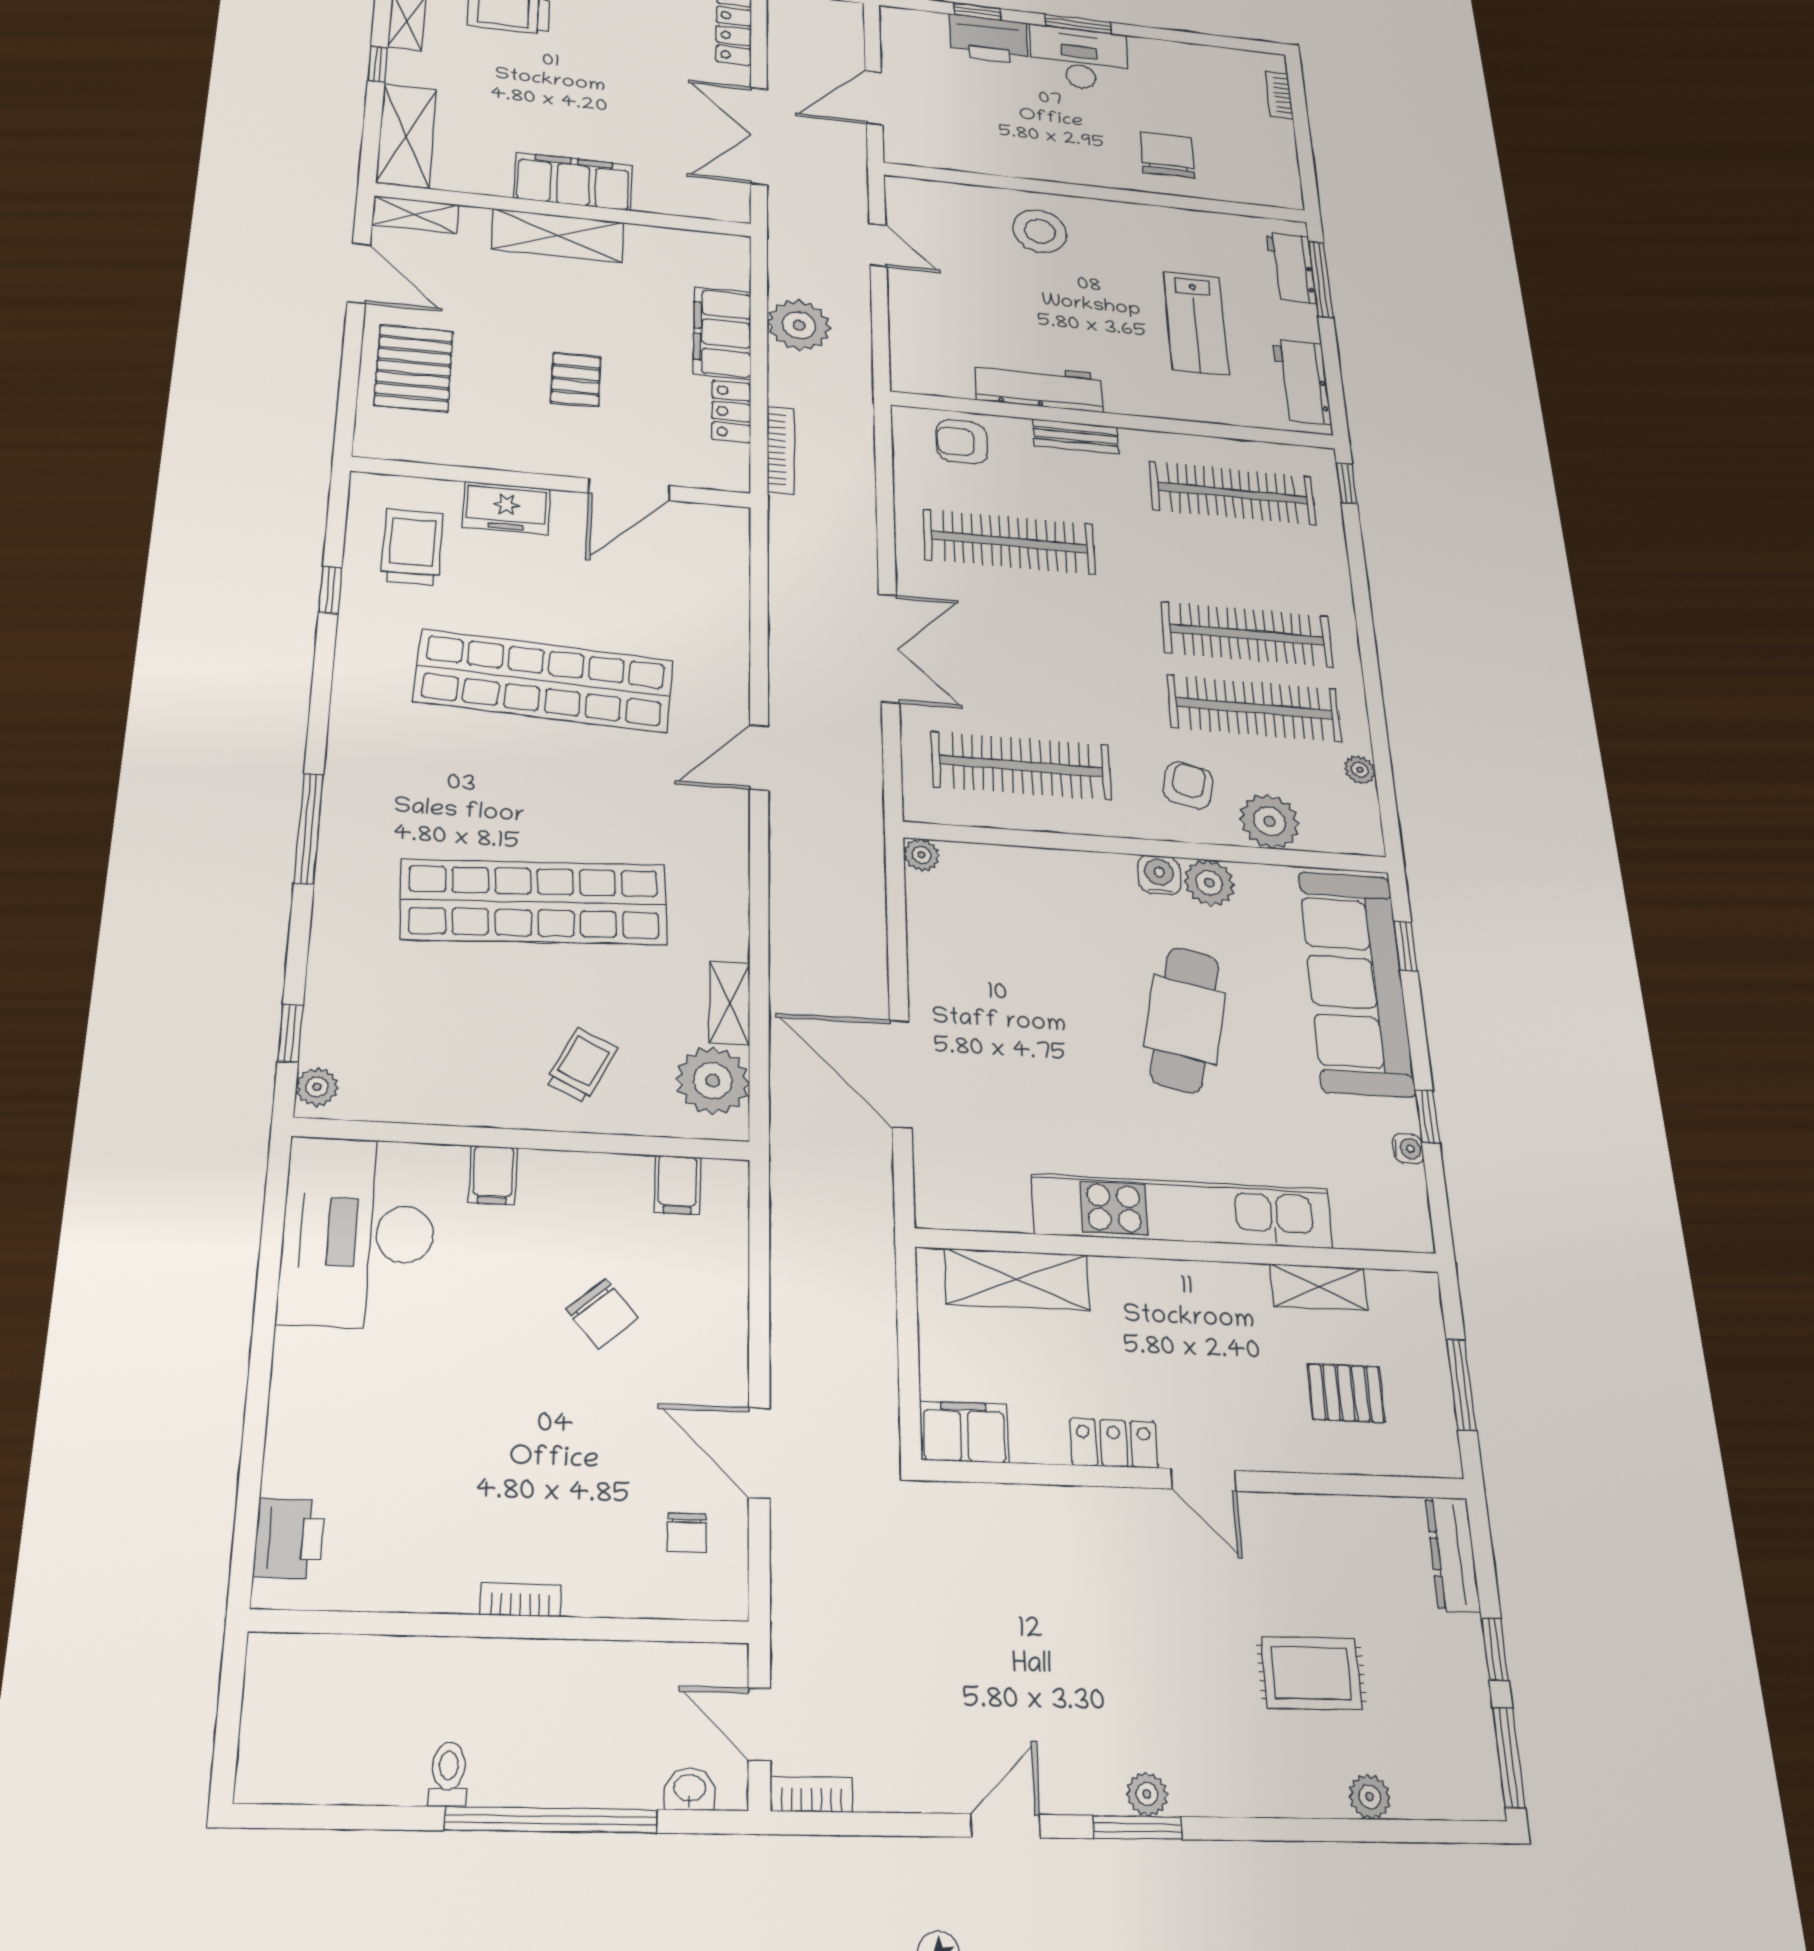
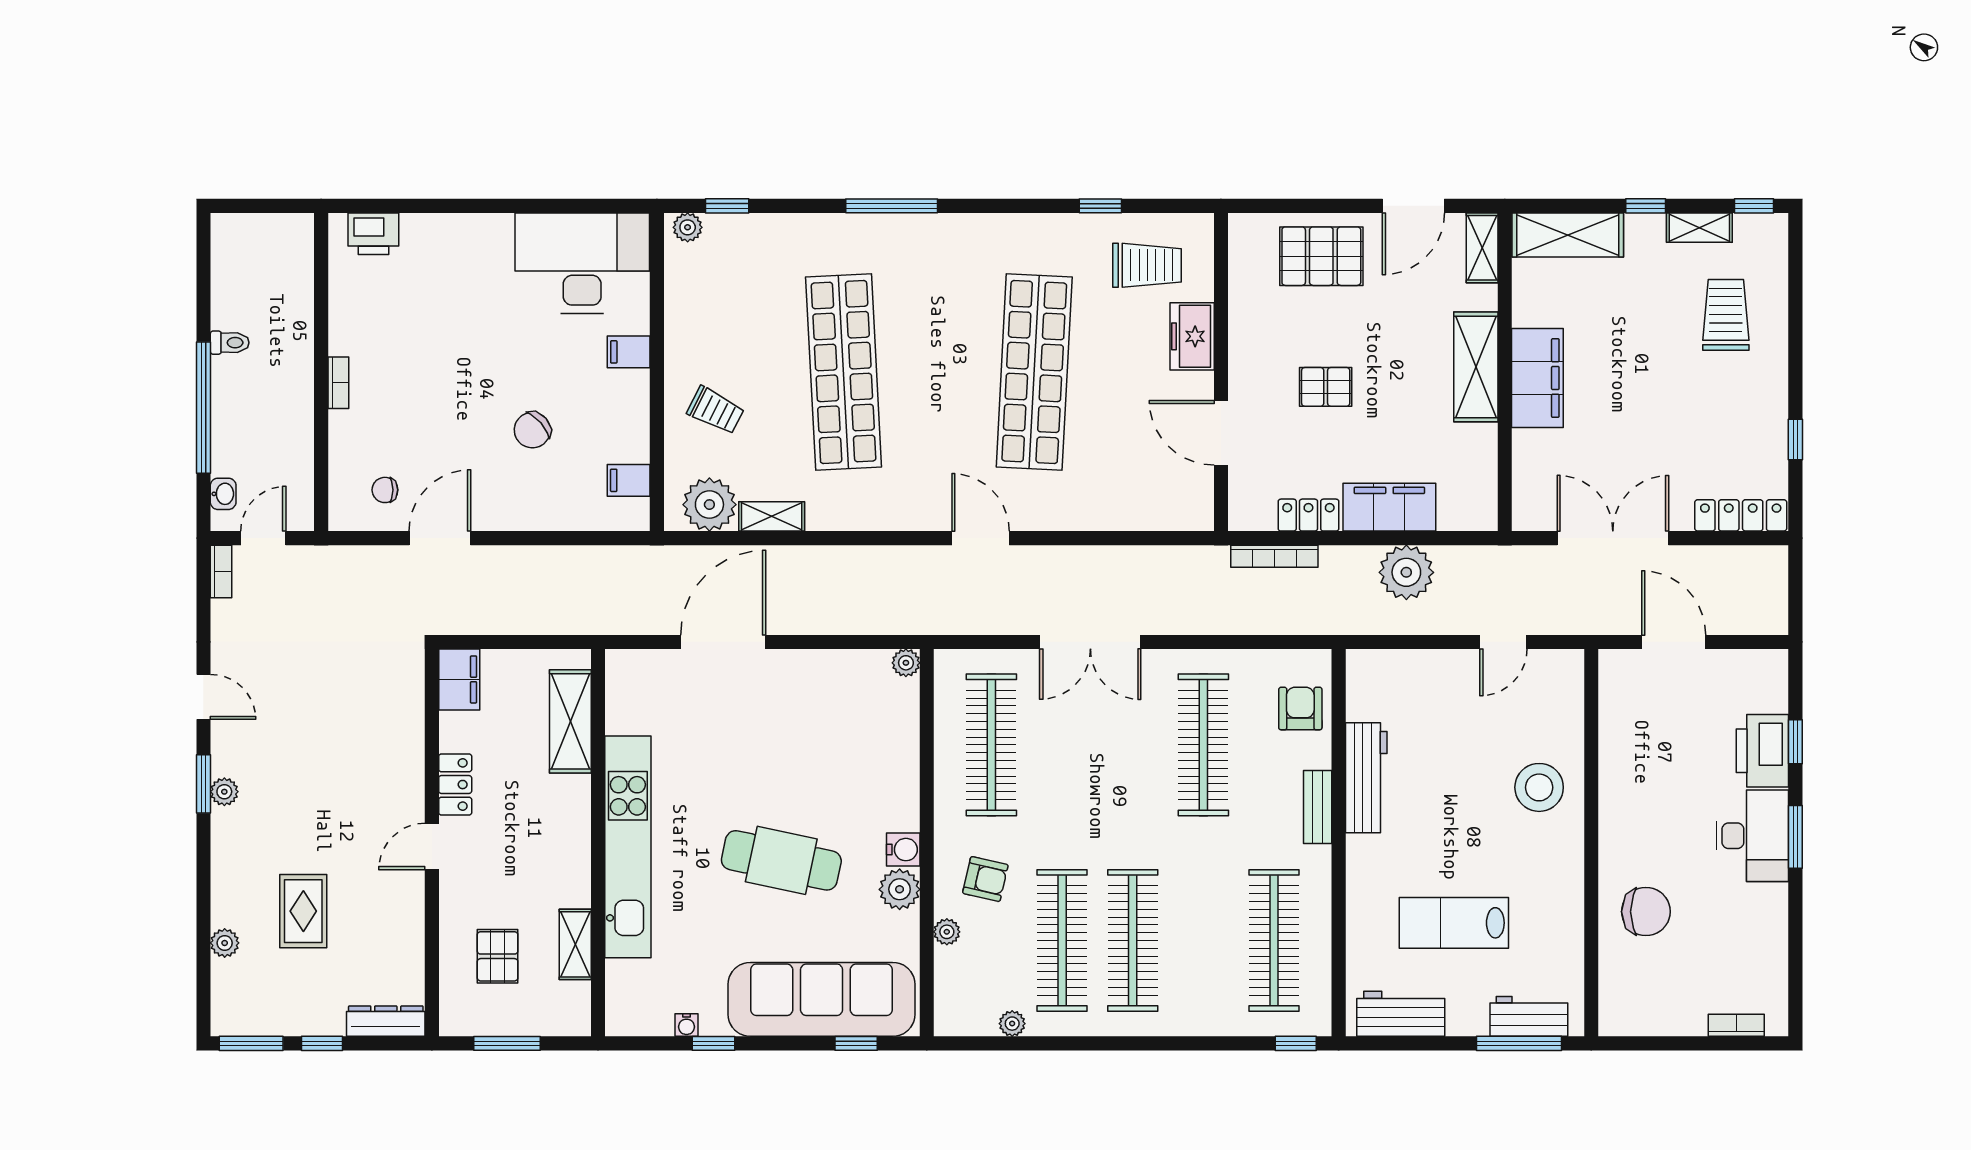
plant: (1270, 821) -> (947, 932), width x0.53, depth x0.53

